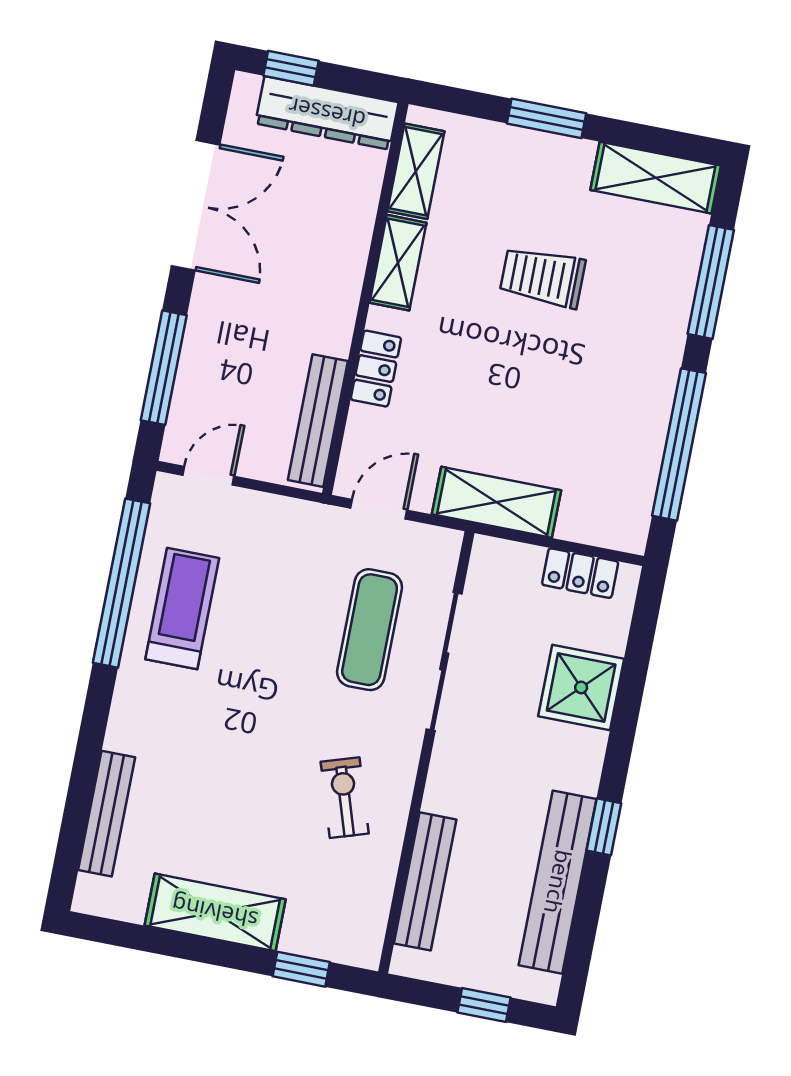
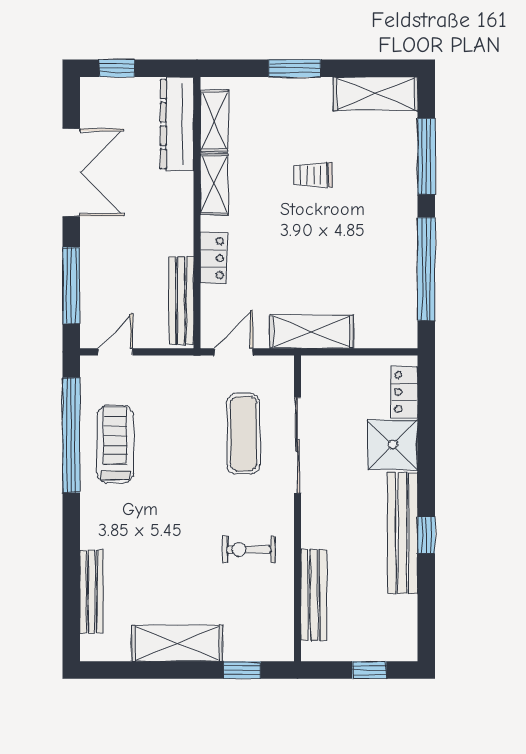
dresser: (327, 113) -> (177, 124), moved, turned 90
trolley: (543, 277) -> (313, 175), width x0.73, depth x0.72
locker: (580, 573) -> (405, 392), moved, turned 90
exercise bike: (345, 798) -> (249, 550), turned -72
bench: (558, 882) -> (402, 533), moved

